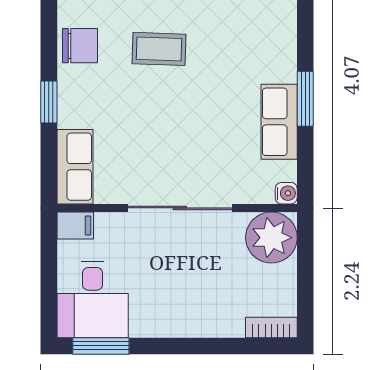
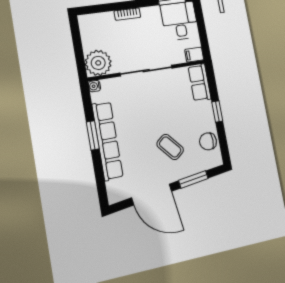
coffee table: (159, 49) -> (170, 147), turned 48
row of seats: (279, 122) -> (107, 141), width x2.02
bookcase: (271, 327) -> (127, 14), moved

